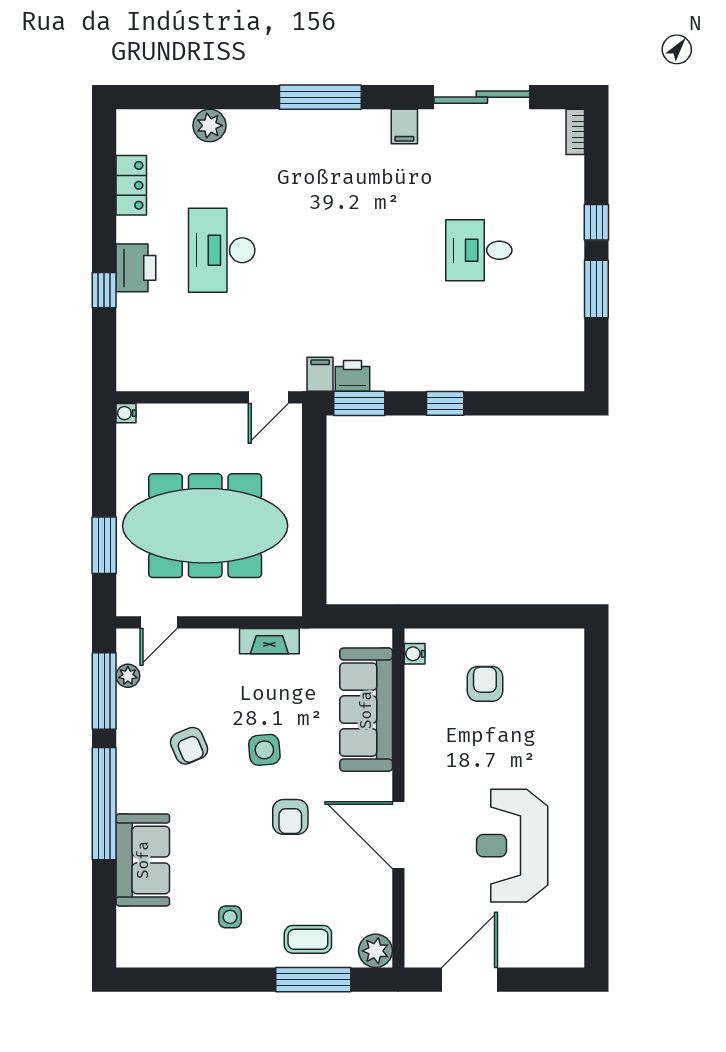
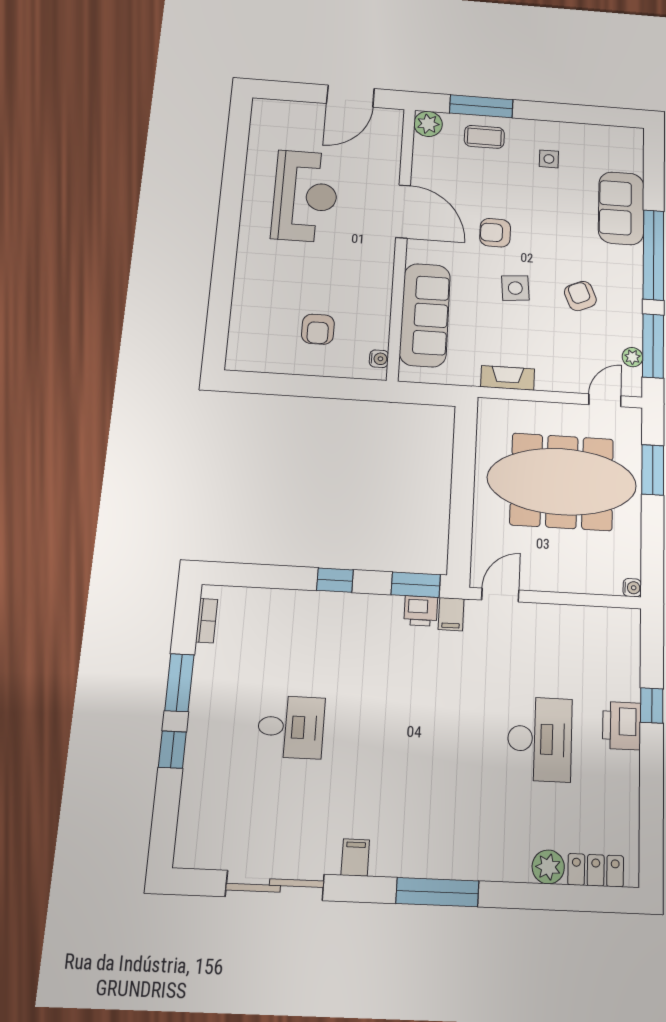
bookcase: (575, 132) -> (207, 621), moved
locker: (131, 185) -> (596, 870), moved, turned 90
armchair: (290, 817) -> (495, 233), turned -90

